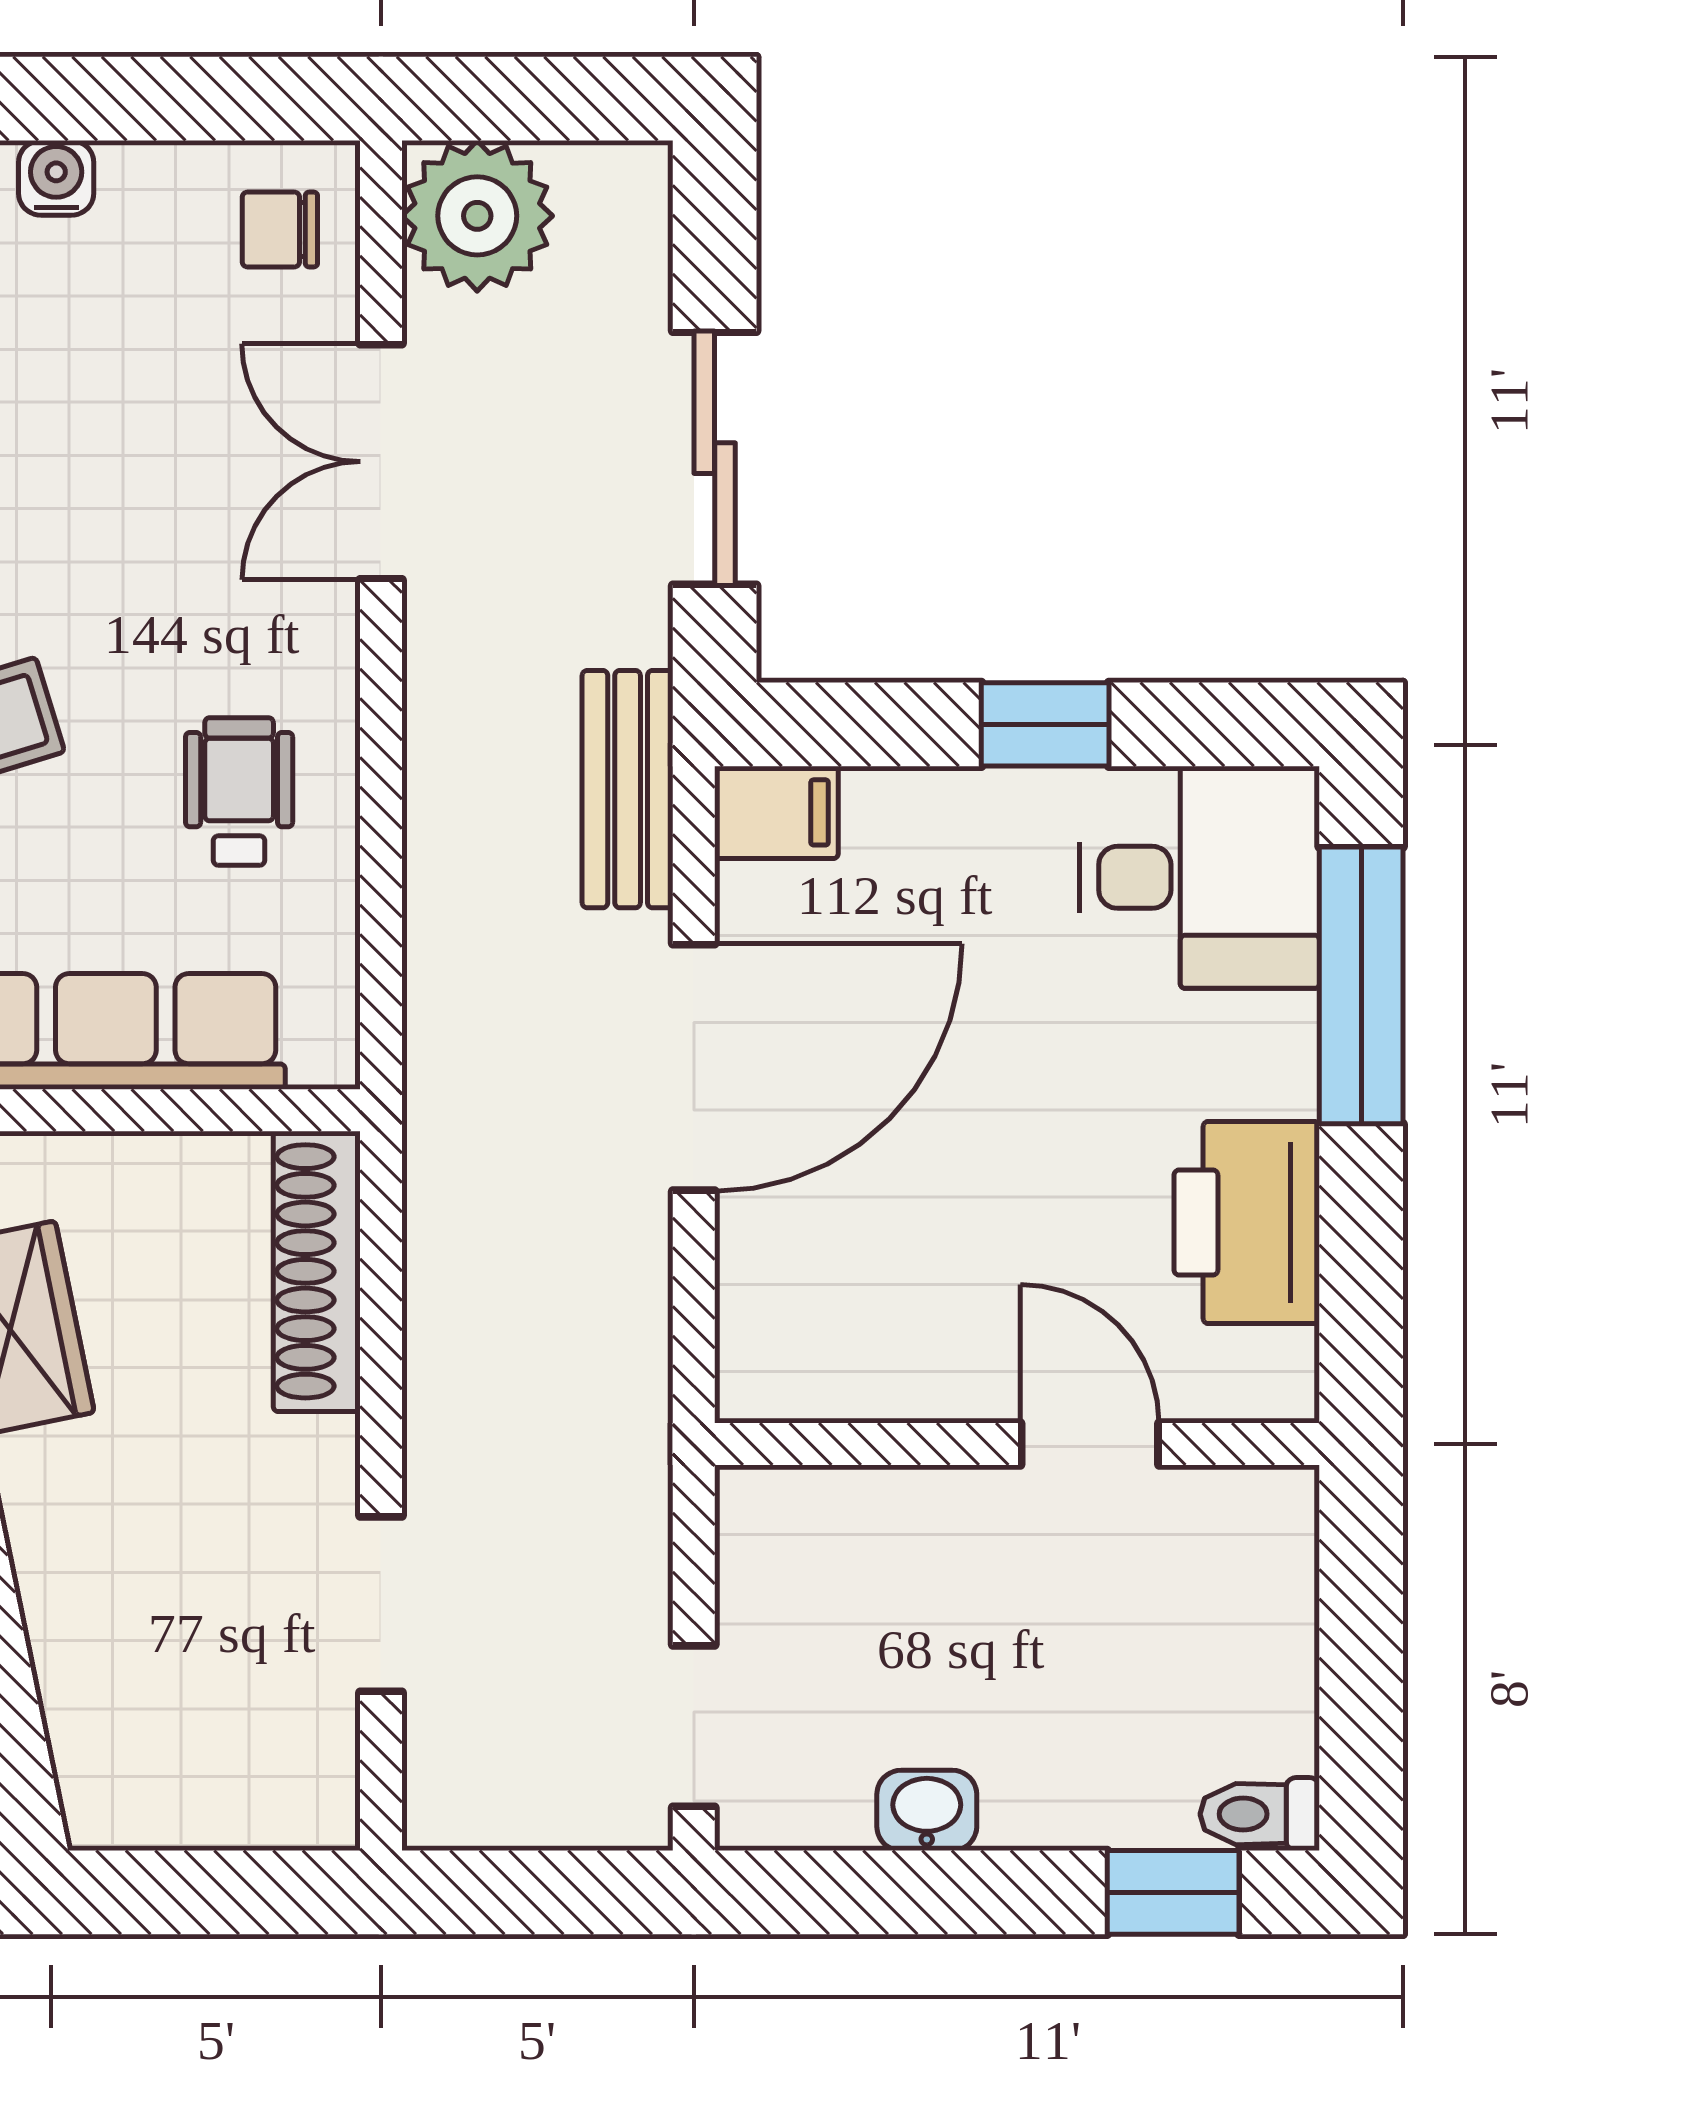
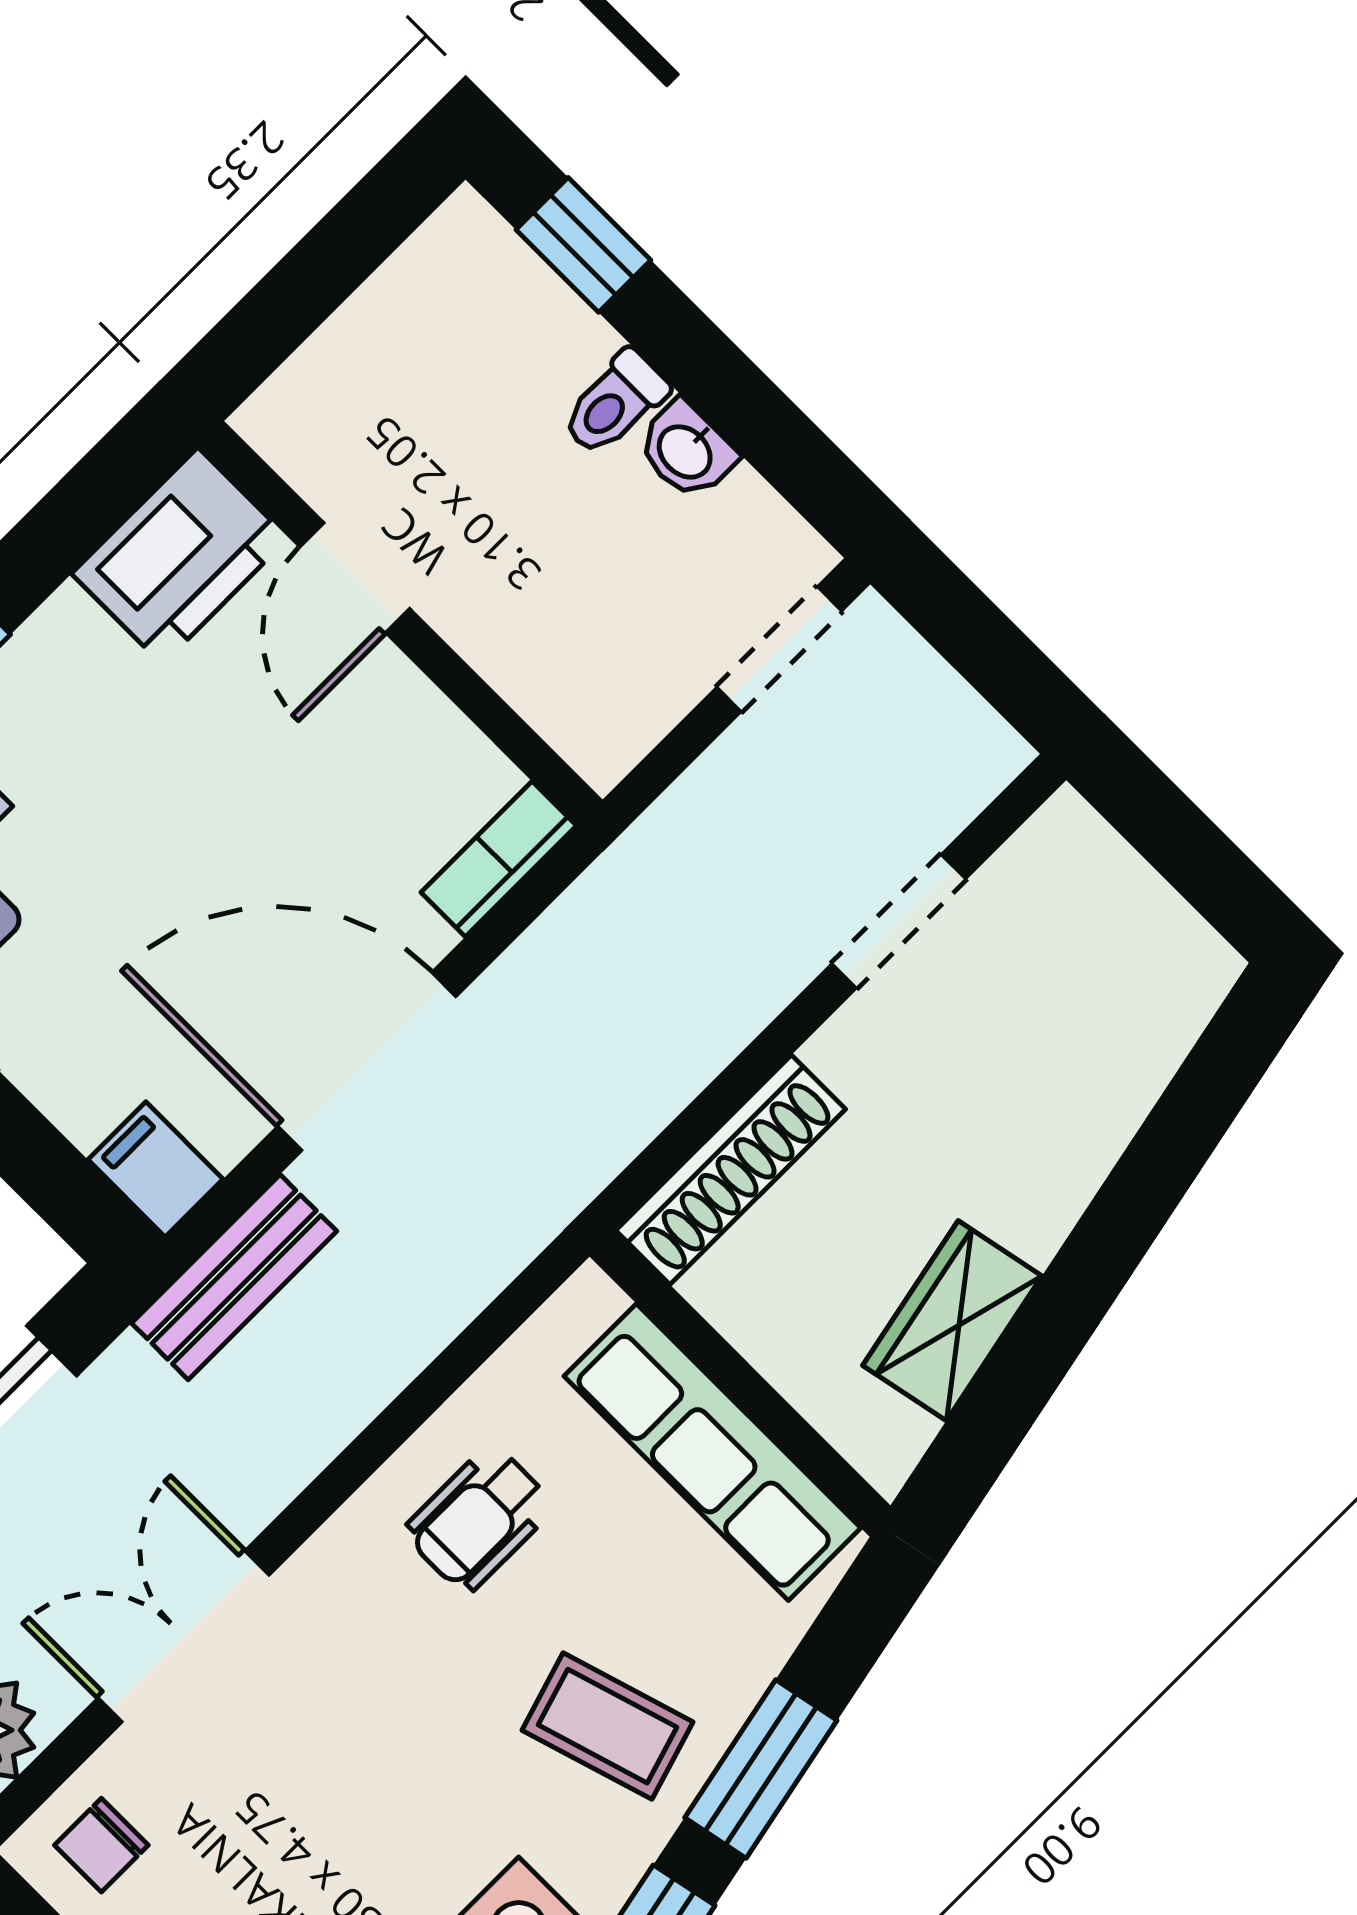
chair: (280, 229) -> (101, 1845), turned 90
double door: (381, 462) -> (184, 1636), swing flipped
printer: (1247, 1223) -> (180, 556), moved
bookcase: (750, 1334) -> (499, 859), added
toilet: (1260, 1814) -> (615, 403), moved, turned 90

